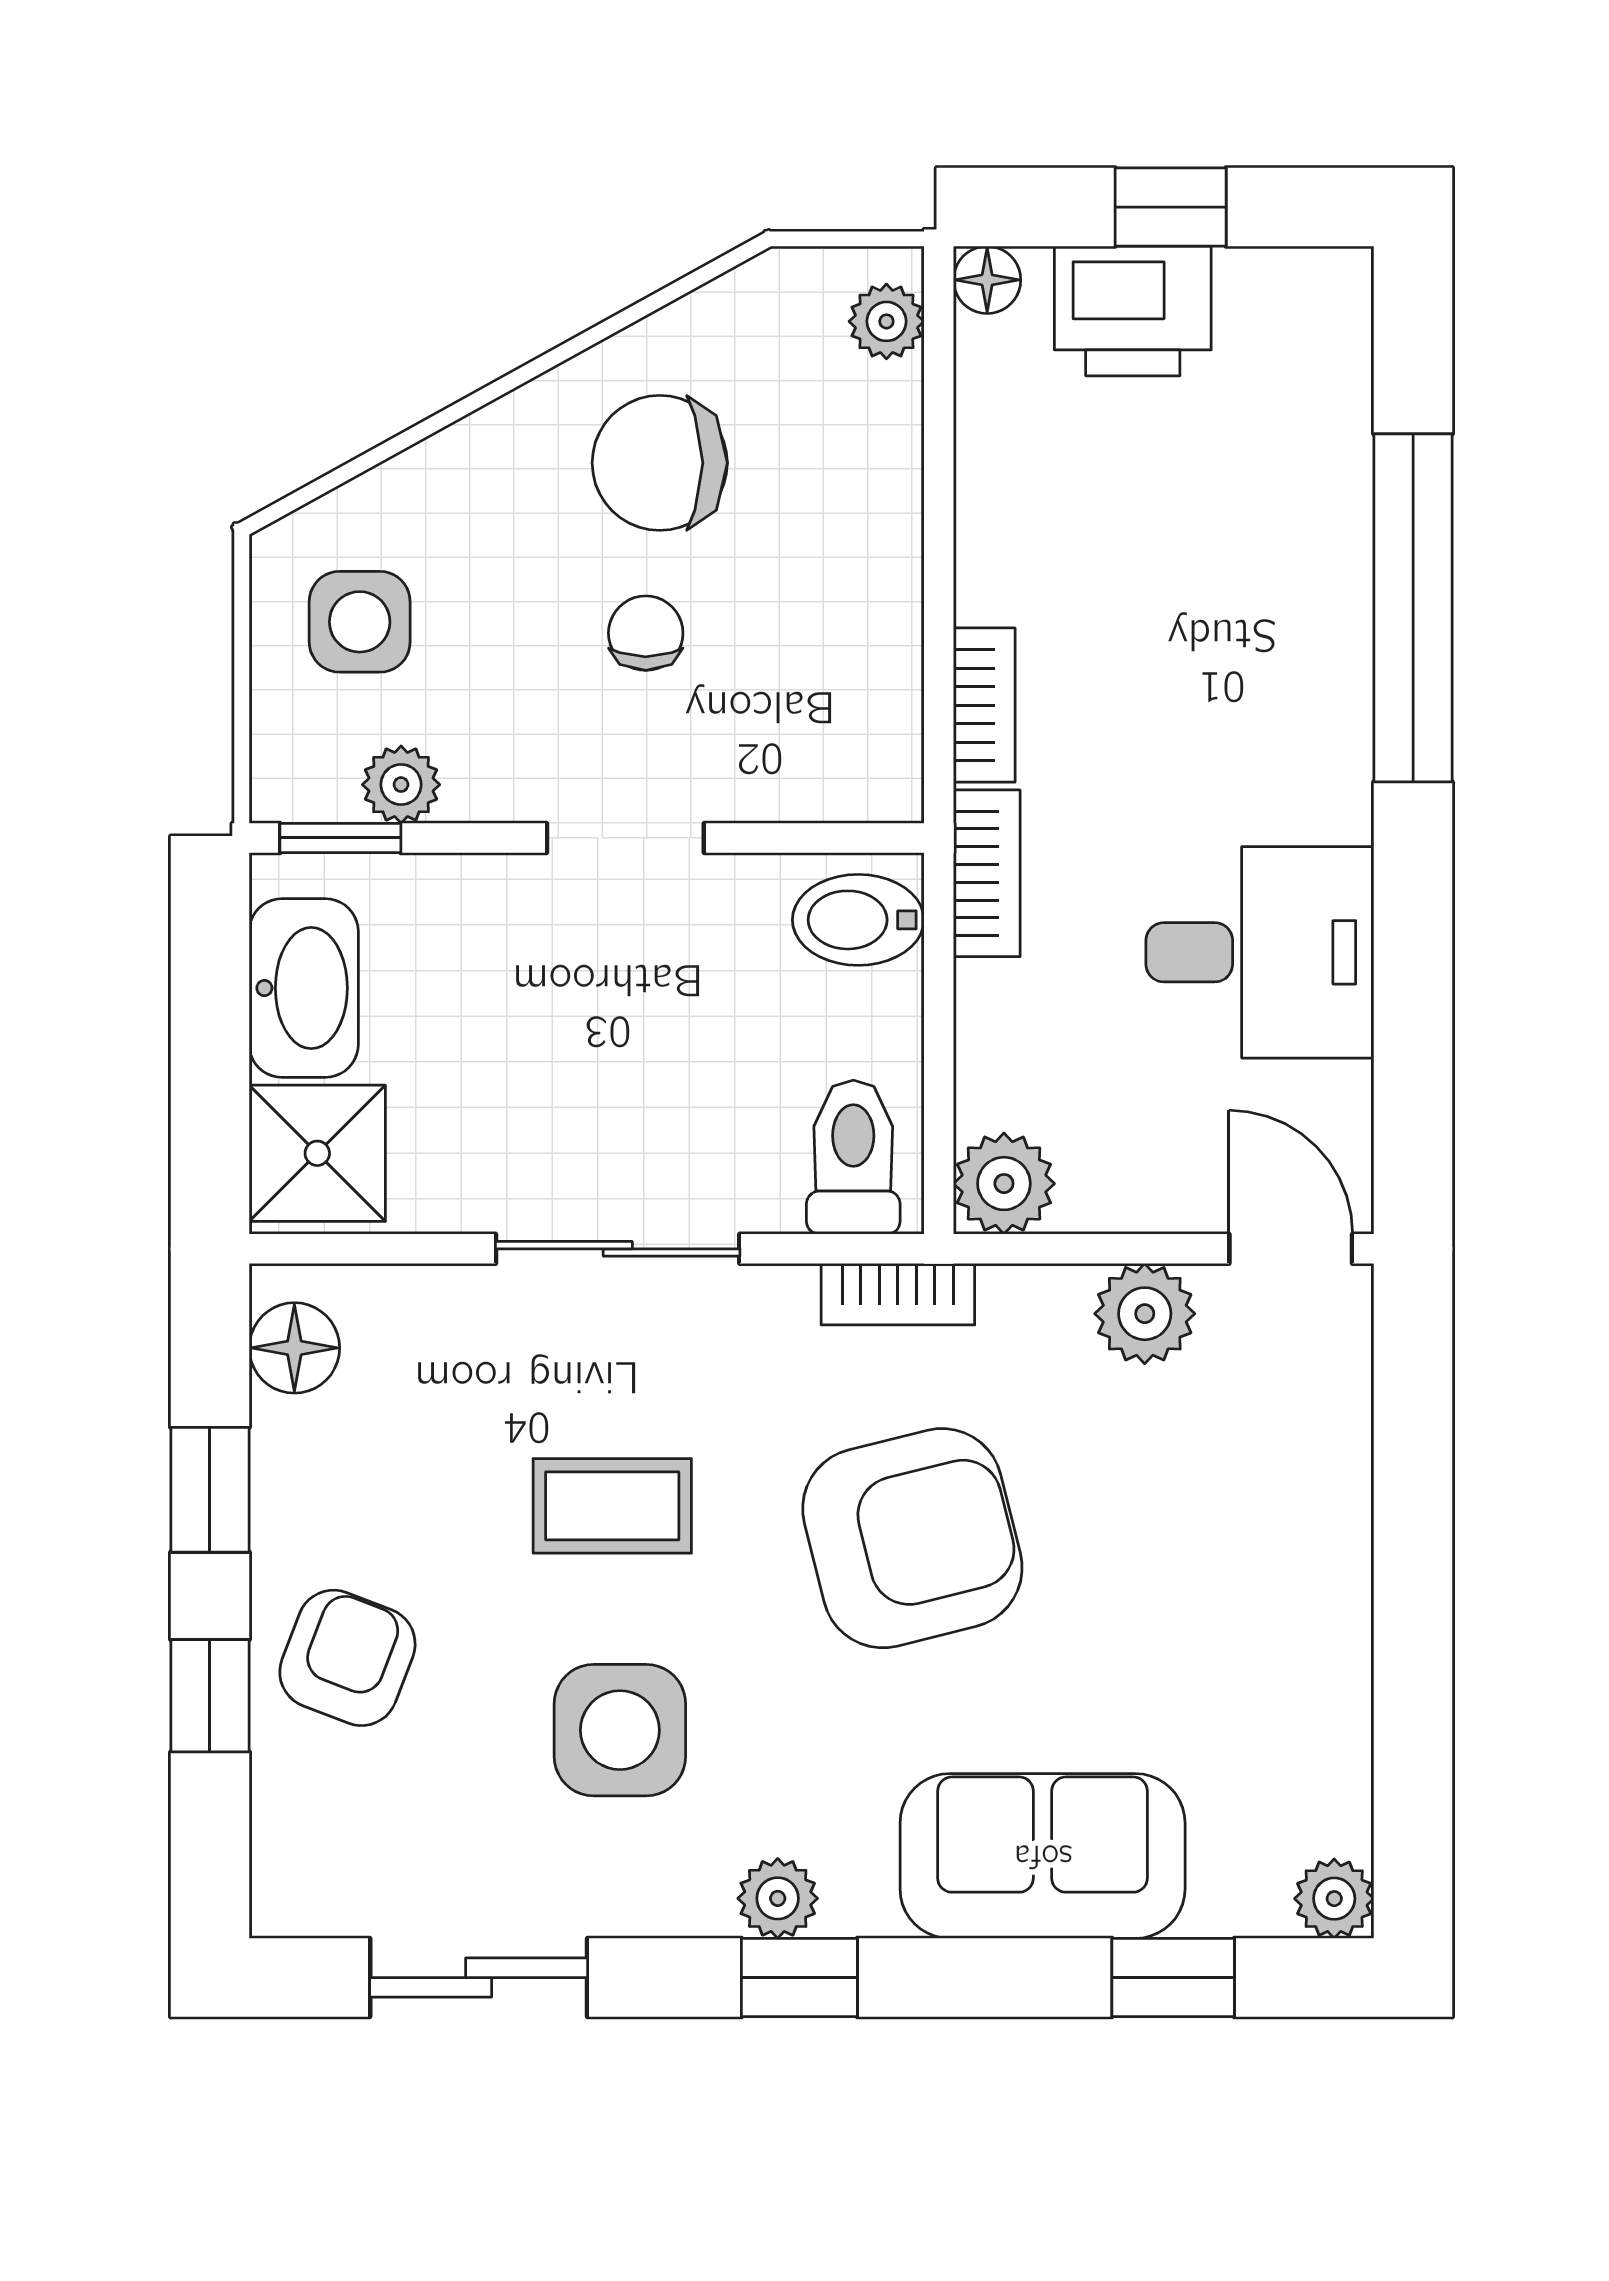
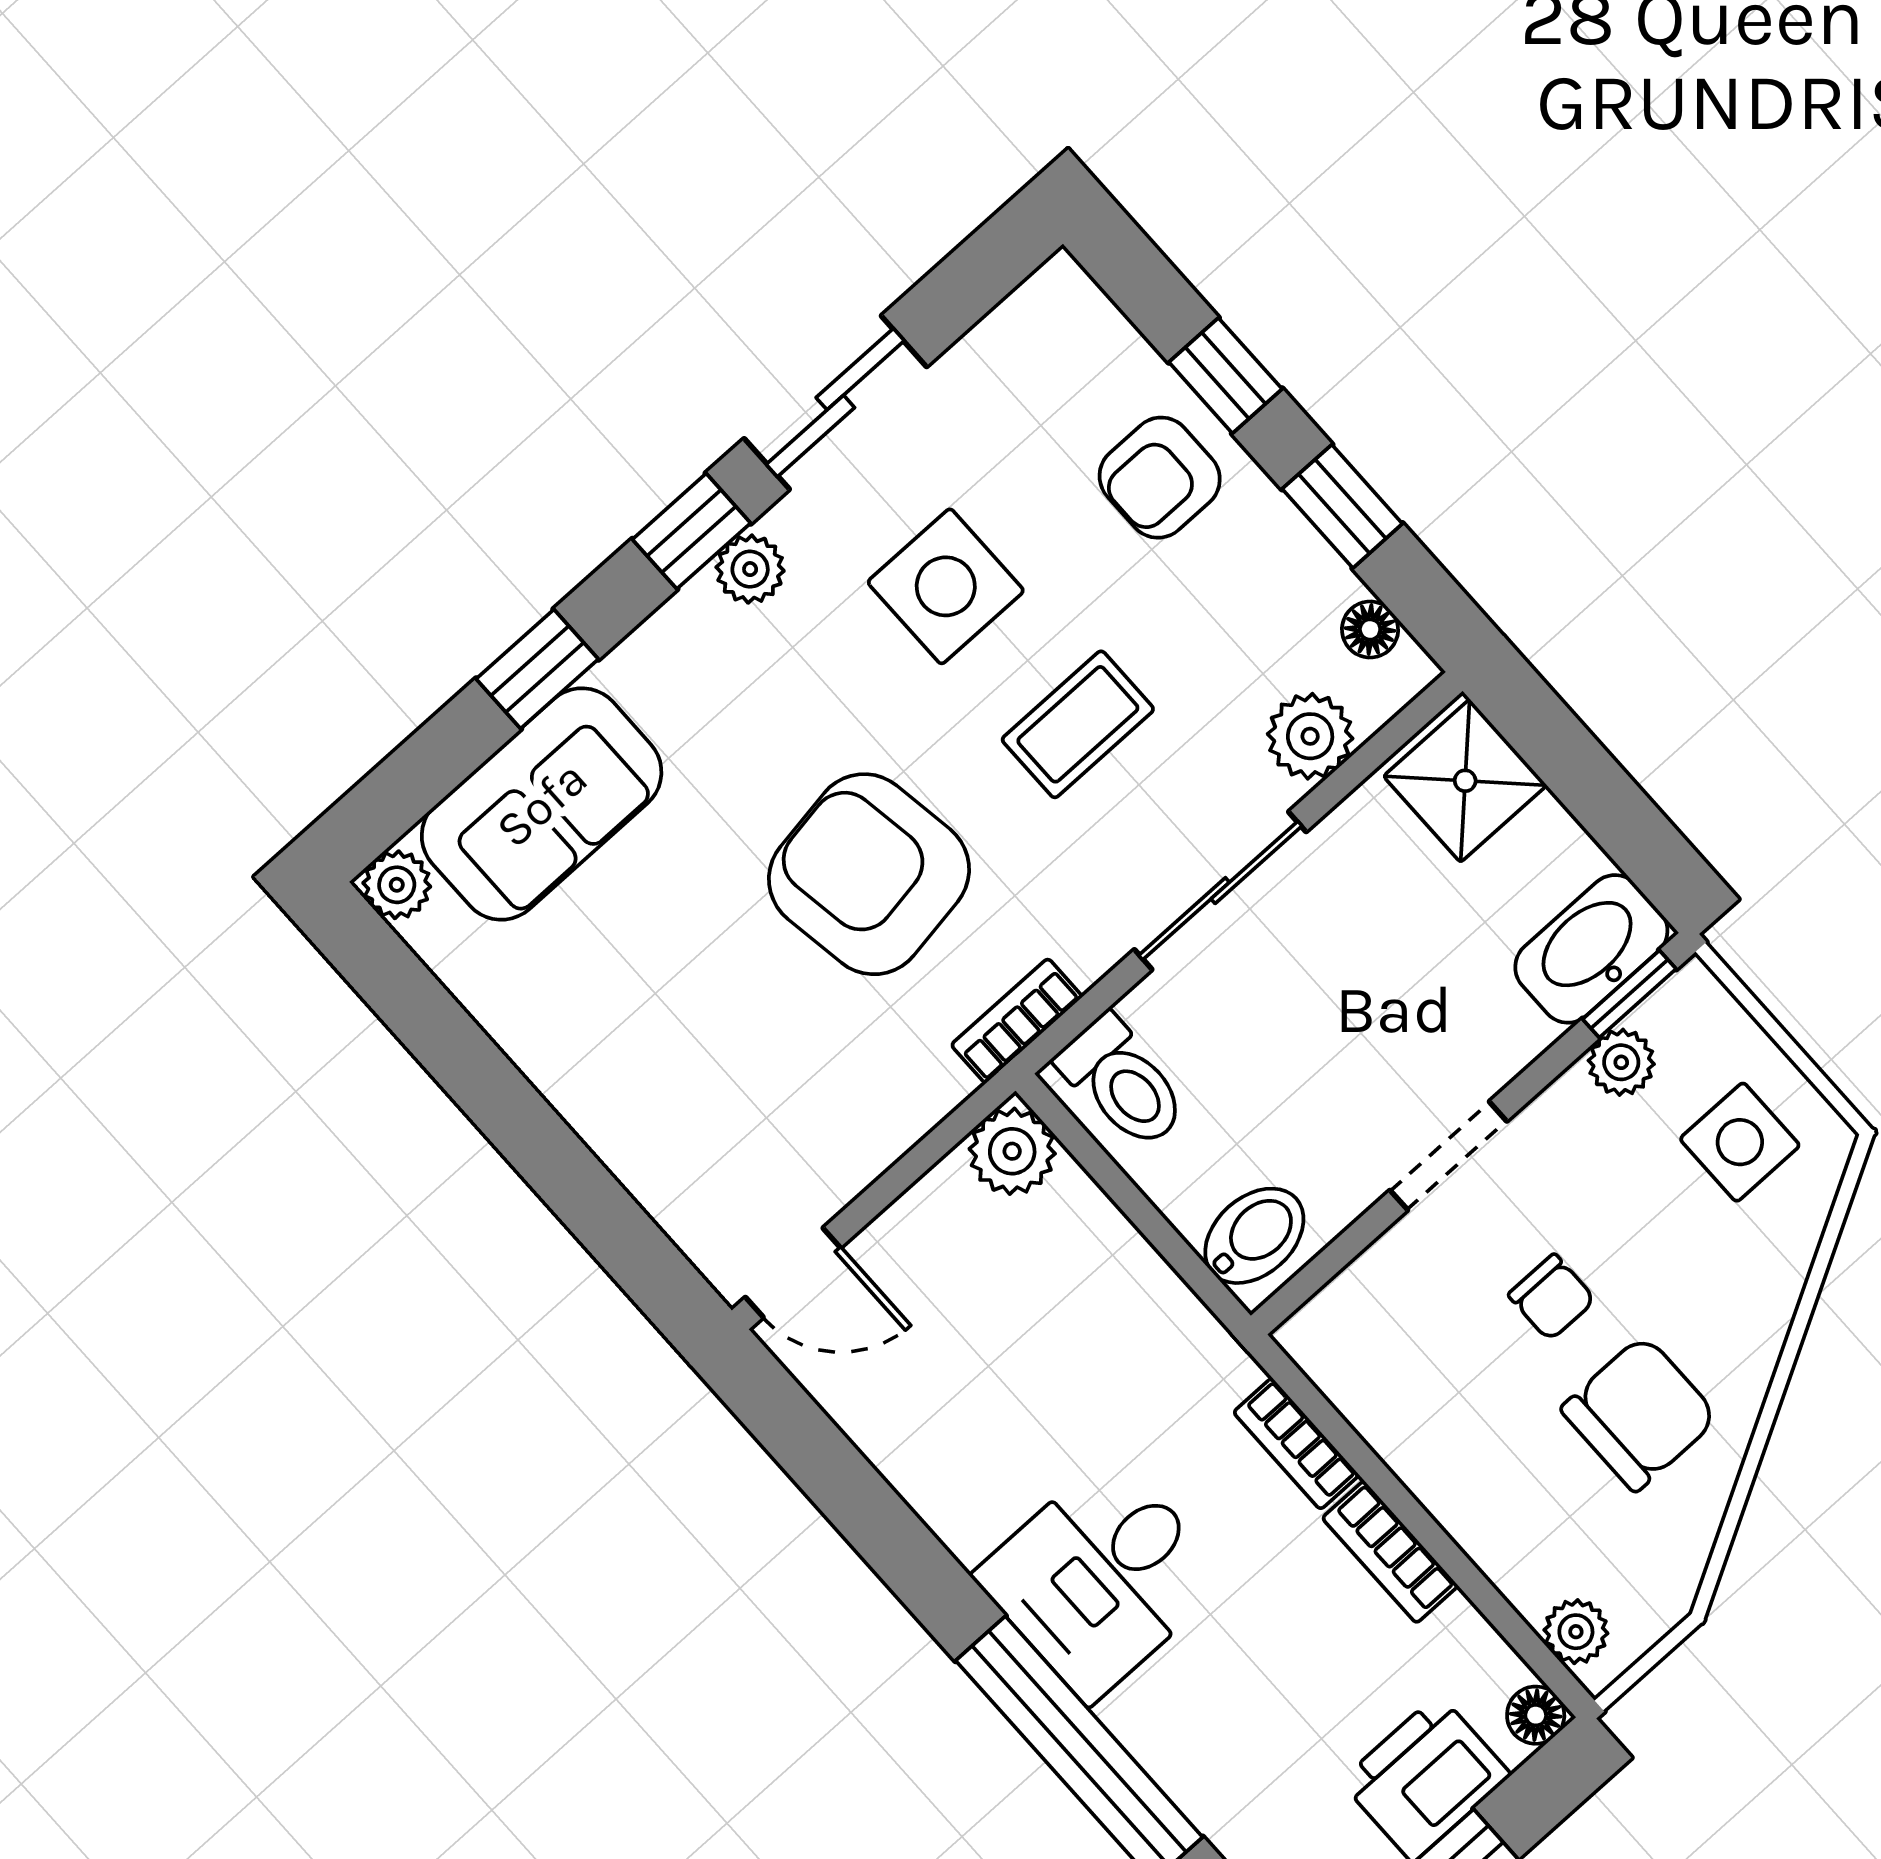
bookcase: (987, 873) -> (1390, 1552), moved
desk: (1260, 952) -> (1101, 1578), moved
washbasin: (304, 988) -> (1591, 949), moved, turned 90
plant: (1145, 1314) -> (1310, 736), moved
floor lamp: (294, 1348) -> (1370, 629), width x0.73, depth x0.73
armchair: (912, 1538) -> (869, 874), turned 95
armchair: (347, 1658) -> (1160, 478), turned 69
sofa: (1043, 1856) -> (542, 804), moved
sliding door: (479, 1978) -> (835, 403), moved
window: (1173, 1978) -> (537, 669), moved

